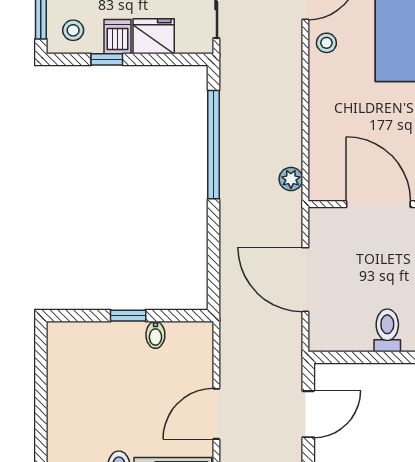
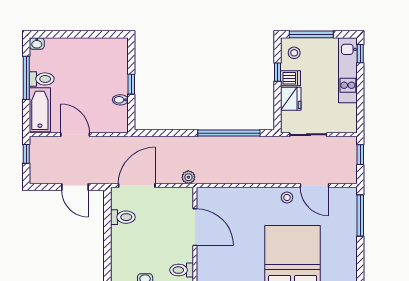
plant: (291, 179) -> (188, 177), moved
door: (378, 204) -> (195, 227), hinge flipped
door: (305, 280) -> (137, 185), moved
toilet: (387, 330) -> (123, 217), moved

